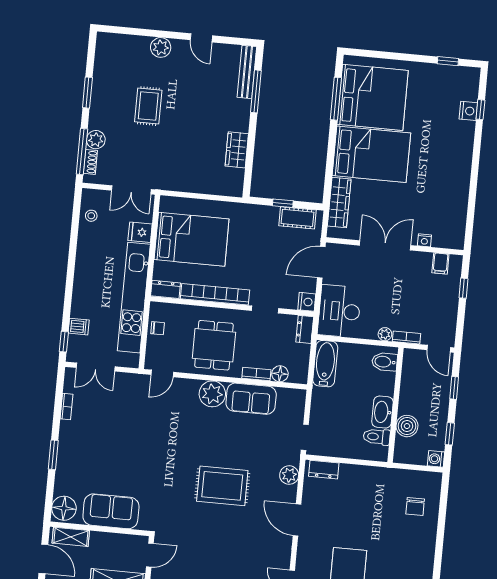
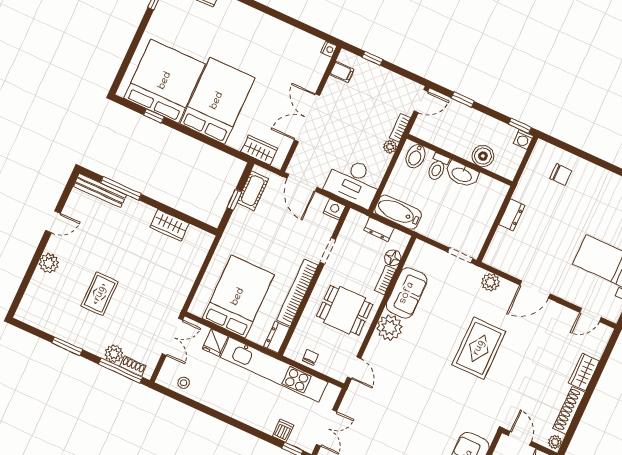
window: (336, 99) -> (154, 116), width x0.46
rug: (148, 106) -> (100, 294), turned 90
wardrobe: (339, 202) -> (259, 150), width x0.67
nightstand: (424, 240) -> (329, 49), moved
dresser: (305, 329) -> (379, 229), moved
window: (450, 434) -> (520, 126), moved
toilet: (377, 437) -> (438, 167), moved
dresser: (324, 470) -> (512, 215), moved

